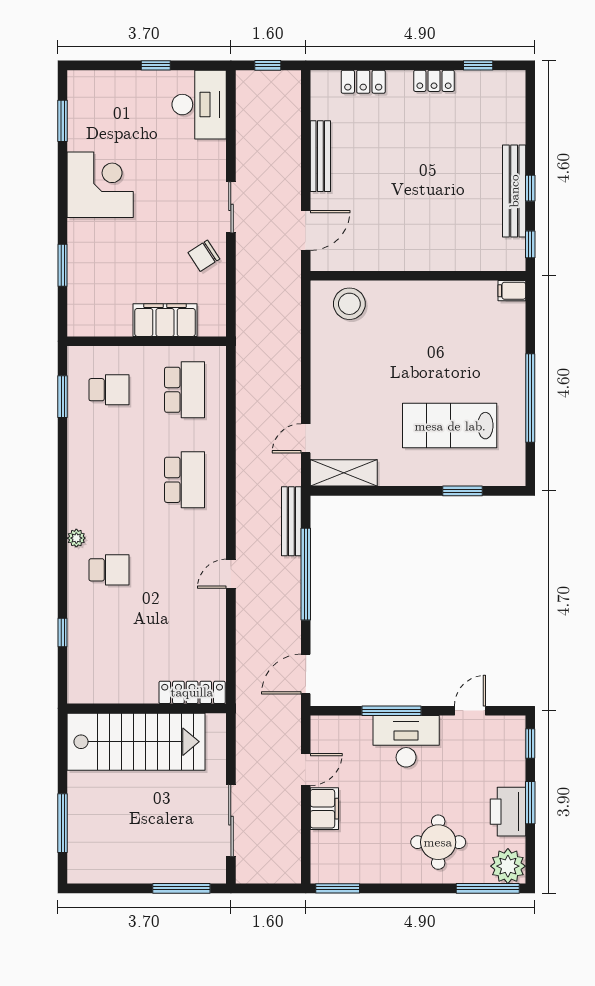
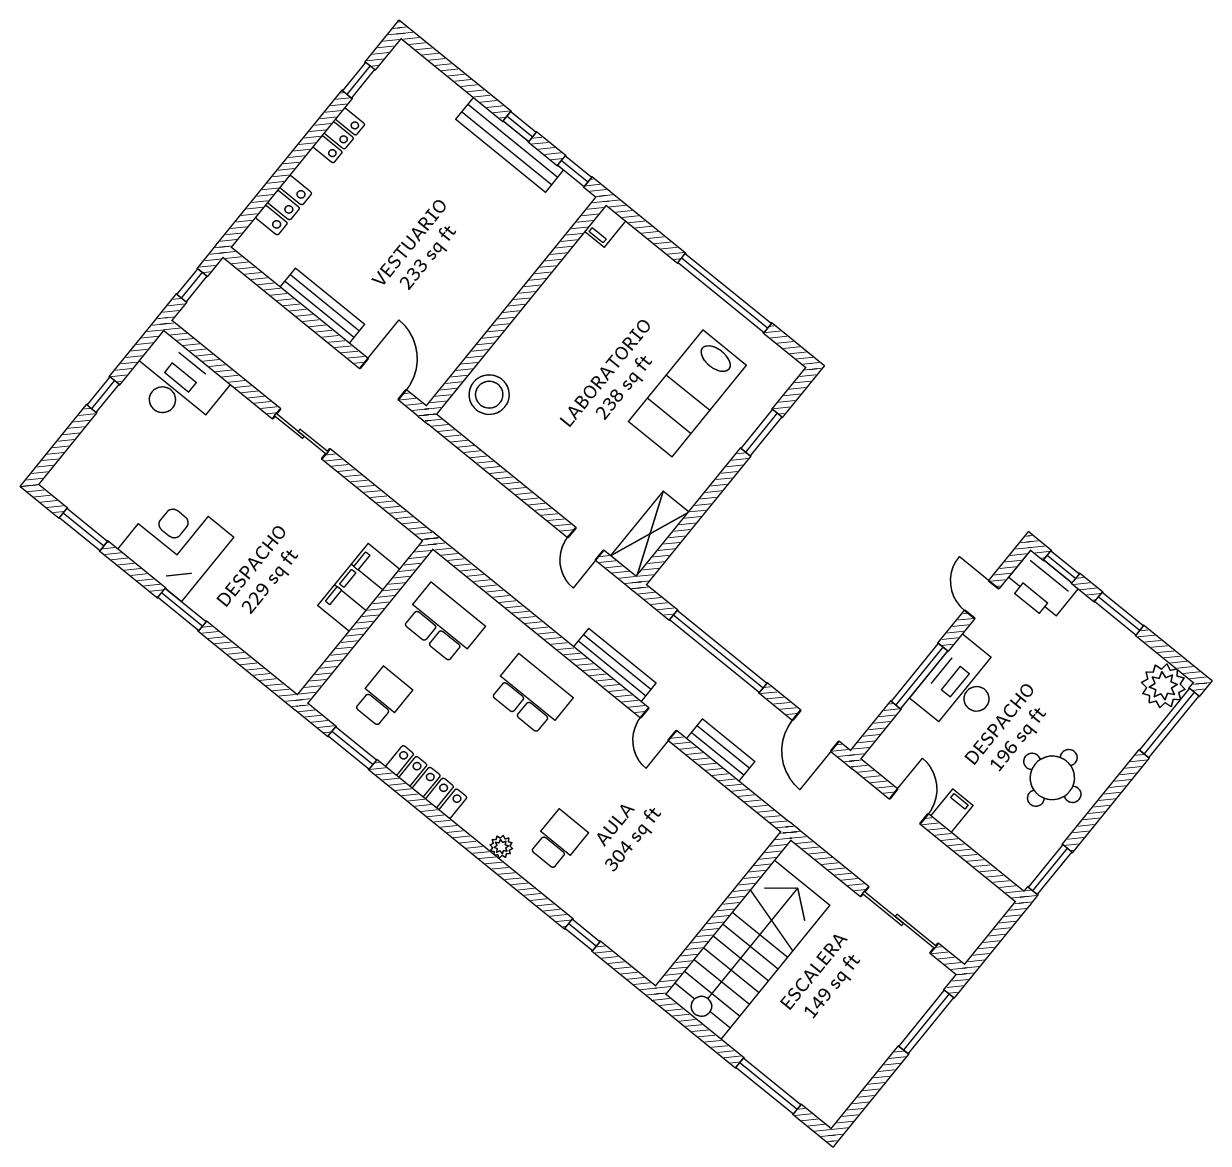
chair: (204, 256) -> (327, 499), removed
window: (63, 265) -> (182, 609), moved
bench: (291, 521) -> (615, 665), moved
bench: (246, 625) -> (721, 750), added
locker: (192, 692) -> (426, 782), moved, turned 90
filing cabinet: (324, 809) -> (952, 811), width x0.50
printer: (508, 812) -> (1041, 586), moved
round table: (438, 842) -> (1052, 778), moved

